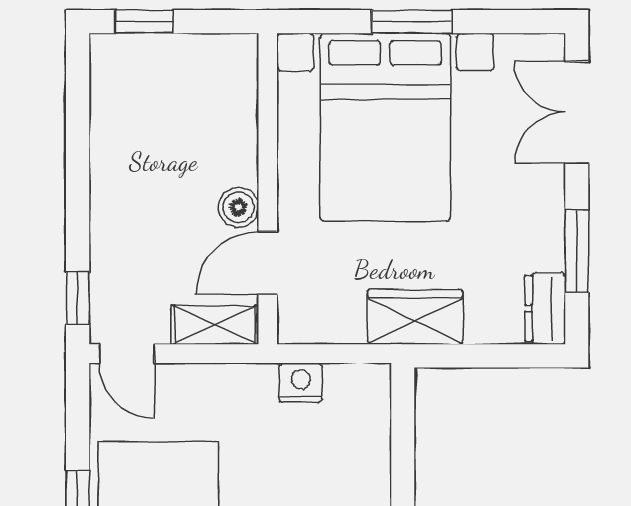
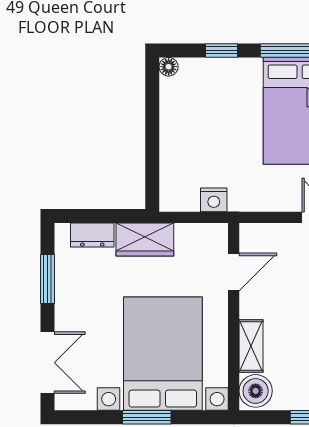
boiler: (239, 207) -> (256, 391), moved, width x1.36, depth x1.36
dresser: (545, 309) -> (92, 235), moved, turned 90
shelving: (215, 325) -> (251, 346), moved, turned 90

